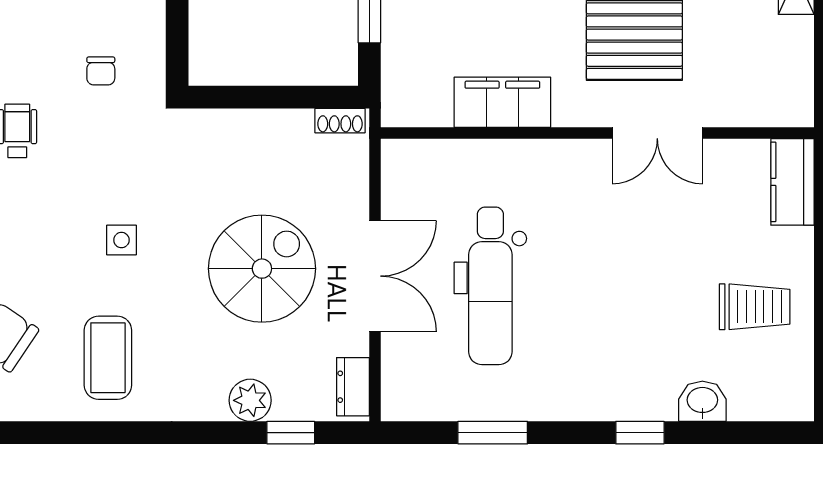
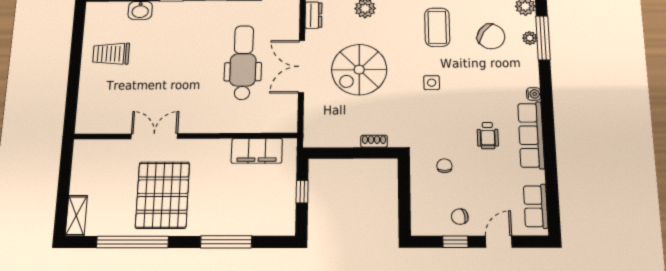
filing cabinet: (502, 102) -> (257, 151), moved
shoe rack: (340, 121) -> (374, 141), moved
kitchen counter: (792, 182) -> (87, 113), removed

